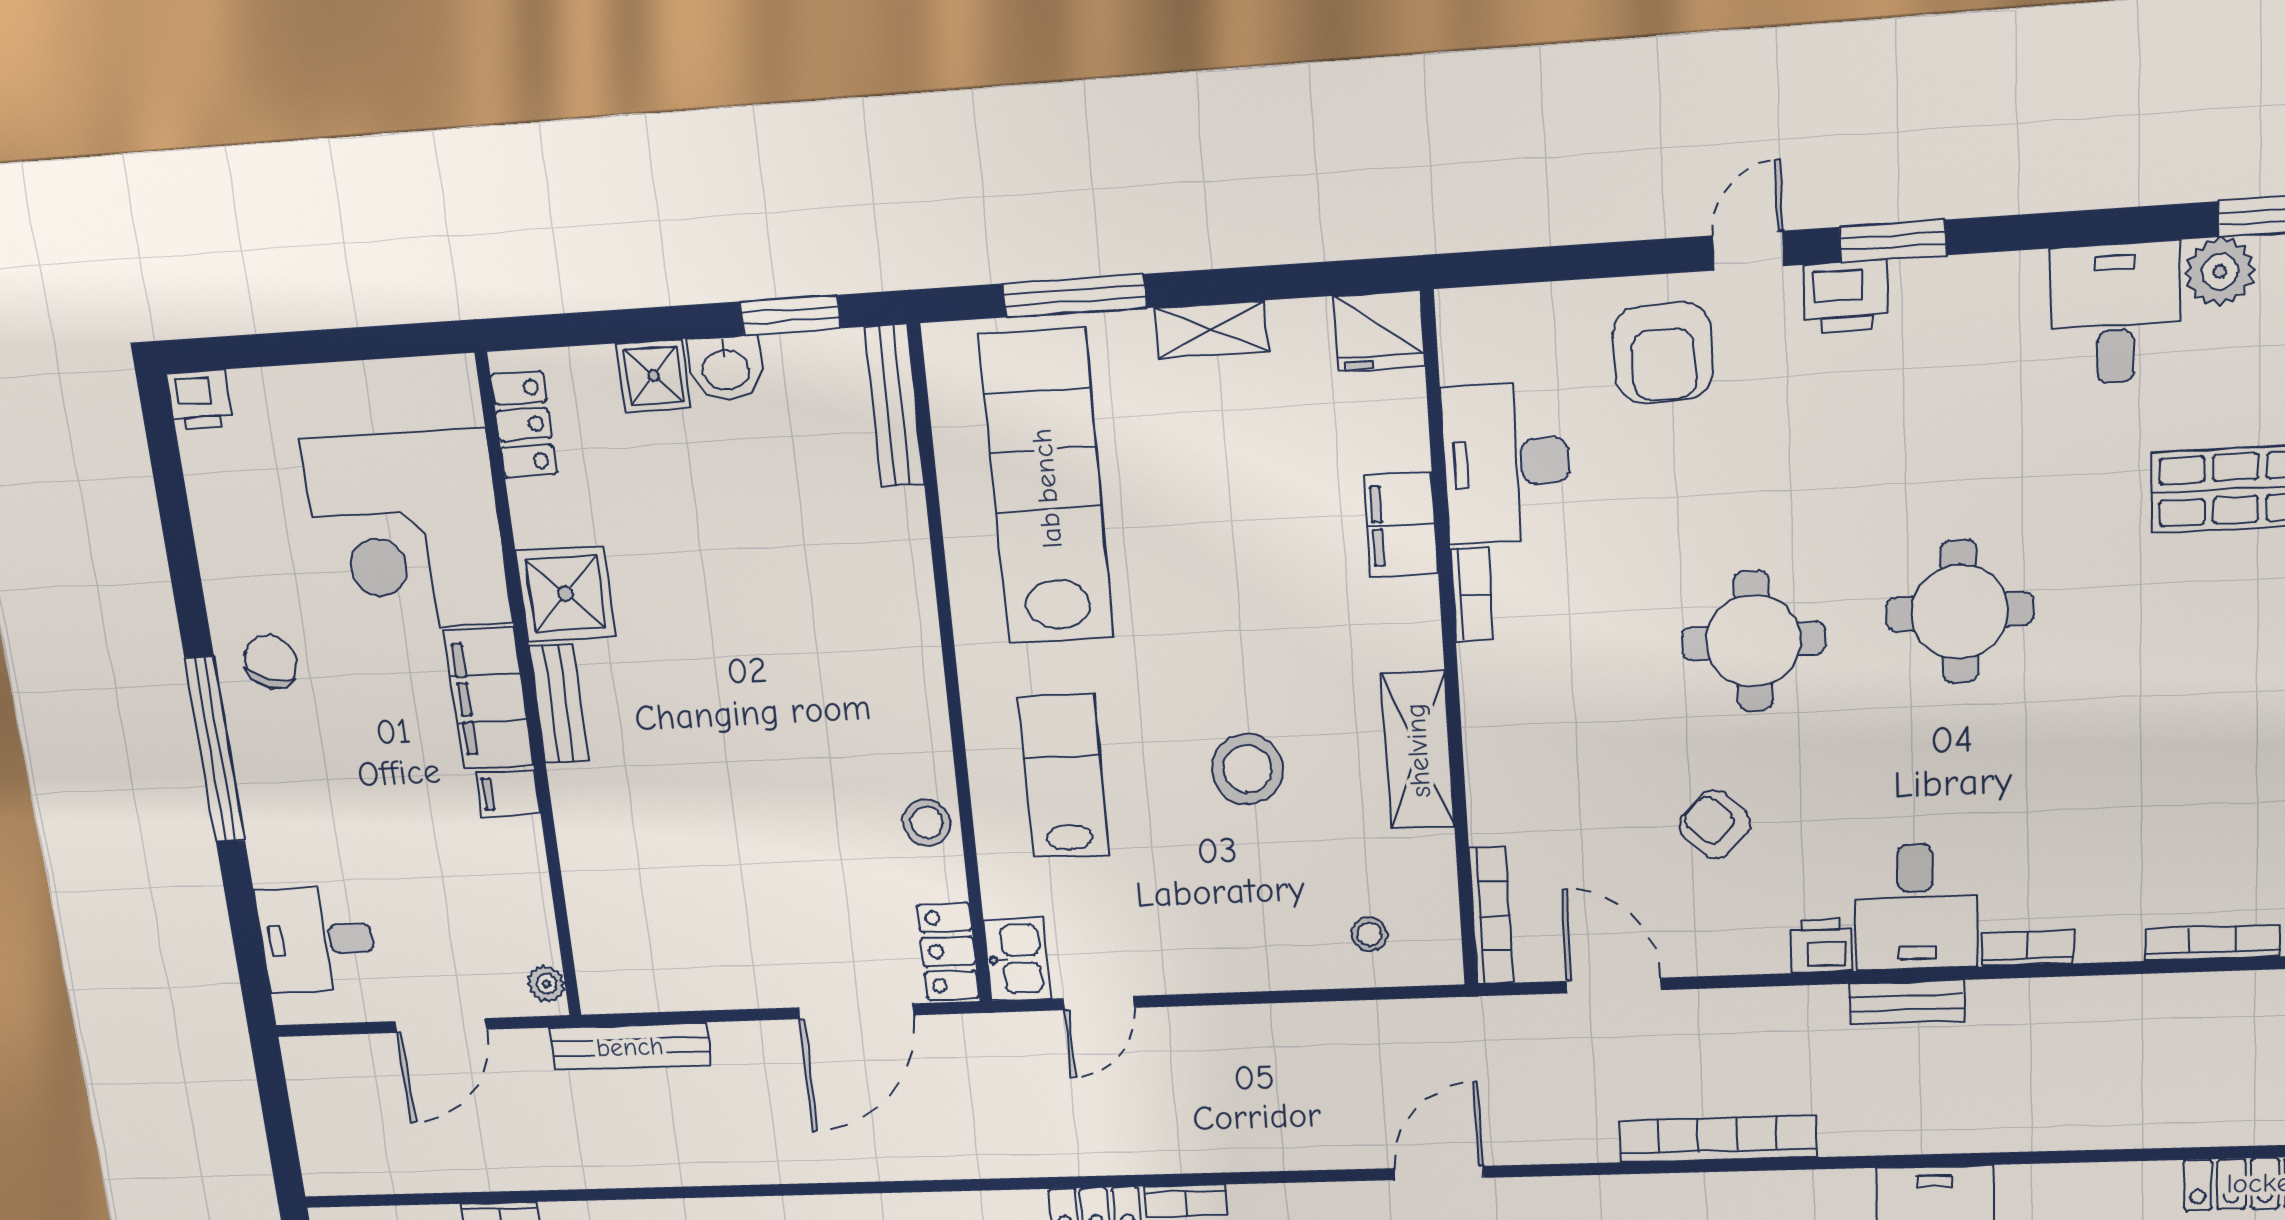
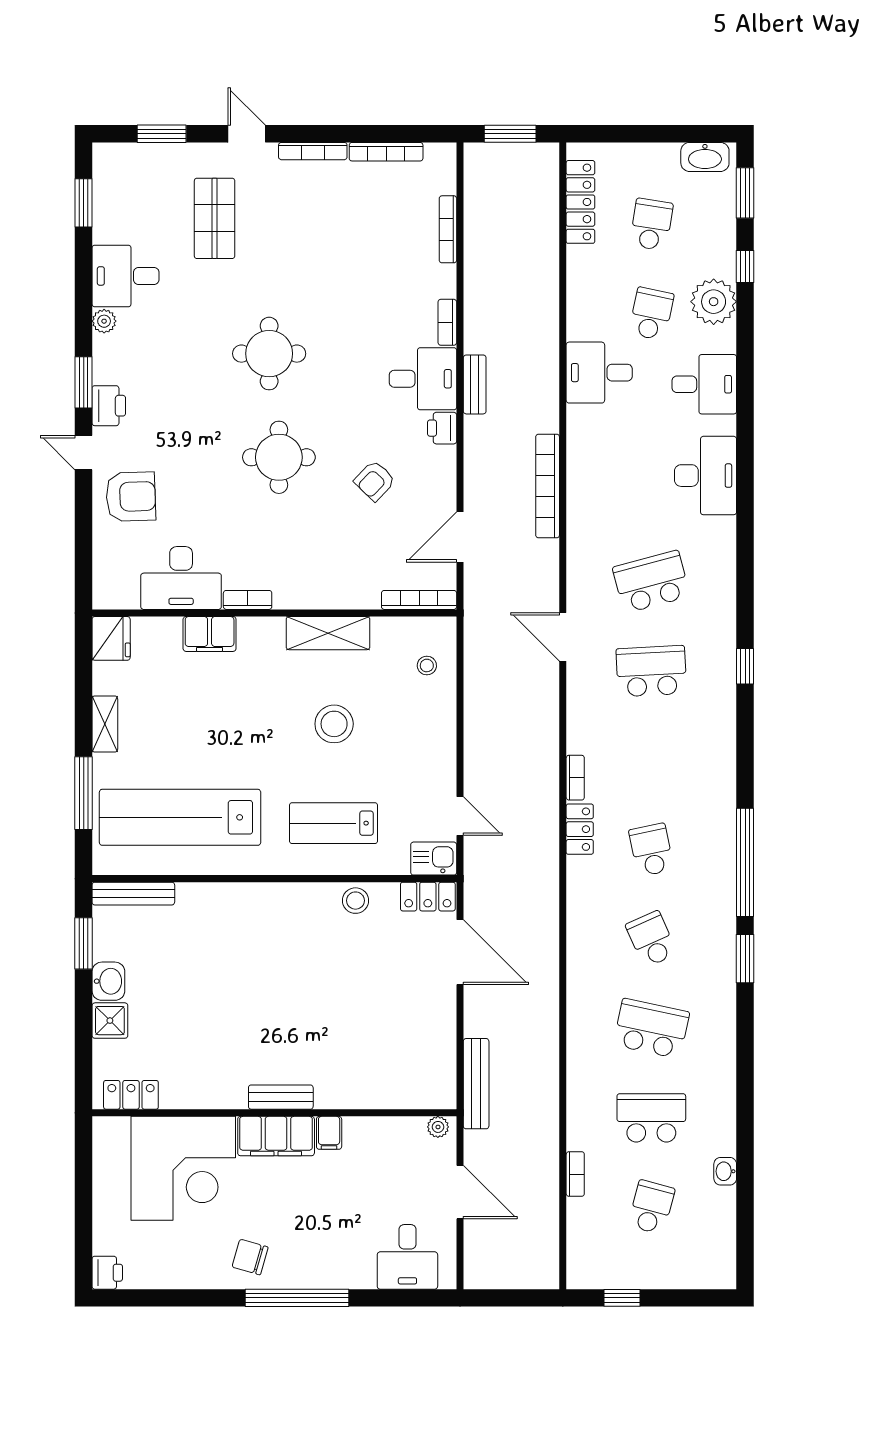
plant: (2220, 272) -> (104, 321), moved, width x0.73, depth x0.73
shower: (566, 594) -> (222, 1085), removed

